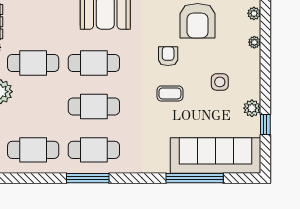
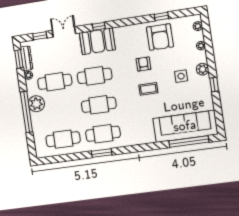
plant: (252, 108) -> (203, 69), moved
window: (265, 125) -> (214, 85), moved
window: (88, 178) -> (102, 153), width x0.69
window: (195, 178) -> (189, 141), moved

